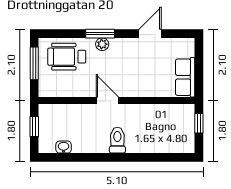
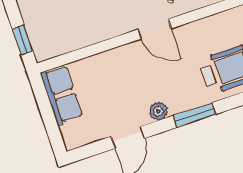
plant: (102, 44) -> (158, 111), moved

